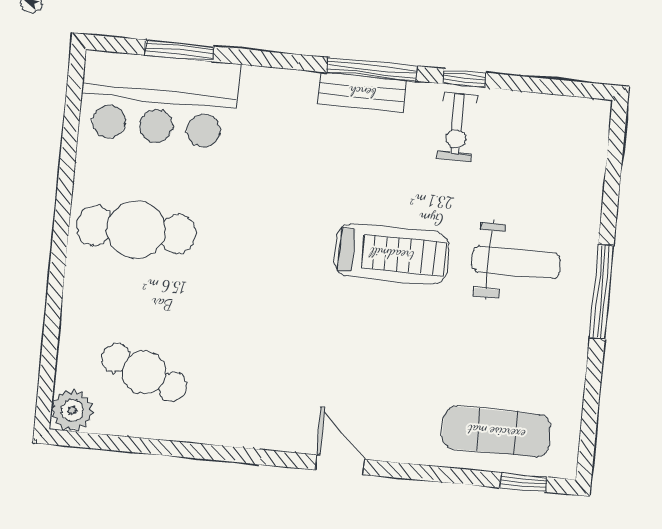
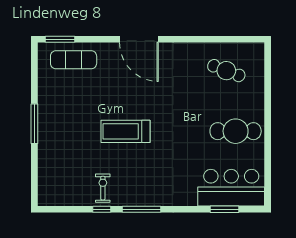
bench: (362, 92) -> (145, 199), removed
weight bench: (516, 263) -> (72, 133), removed
plant: (72, 410) -> (255, 51), removed
door: (340, 465) -> (139, 39), width x1.88
window: (523, 482) -> (60, 39), width x1.50

